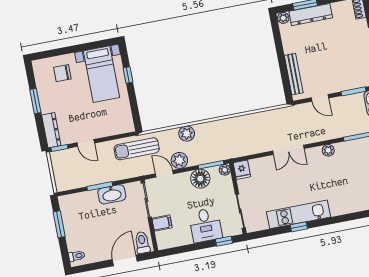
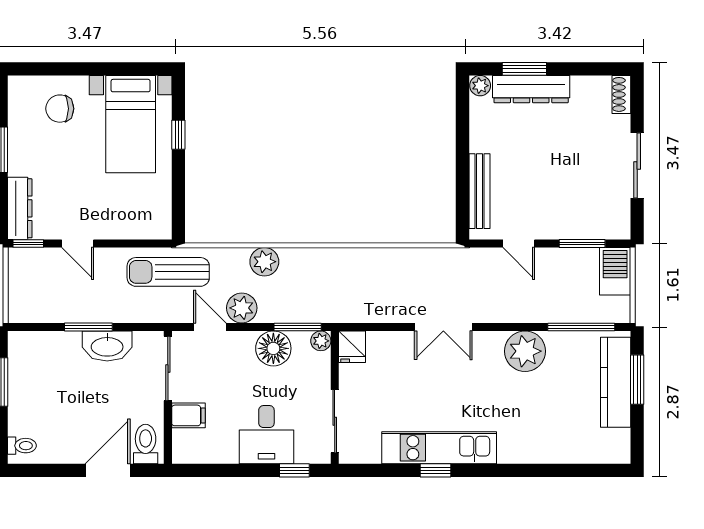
plant: (328, 150) -> (525, 351), width x1.87, depth x1.87

